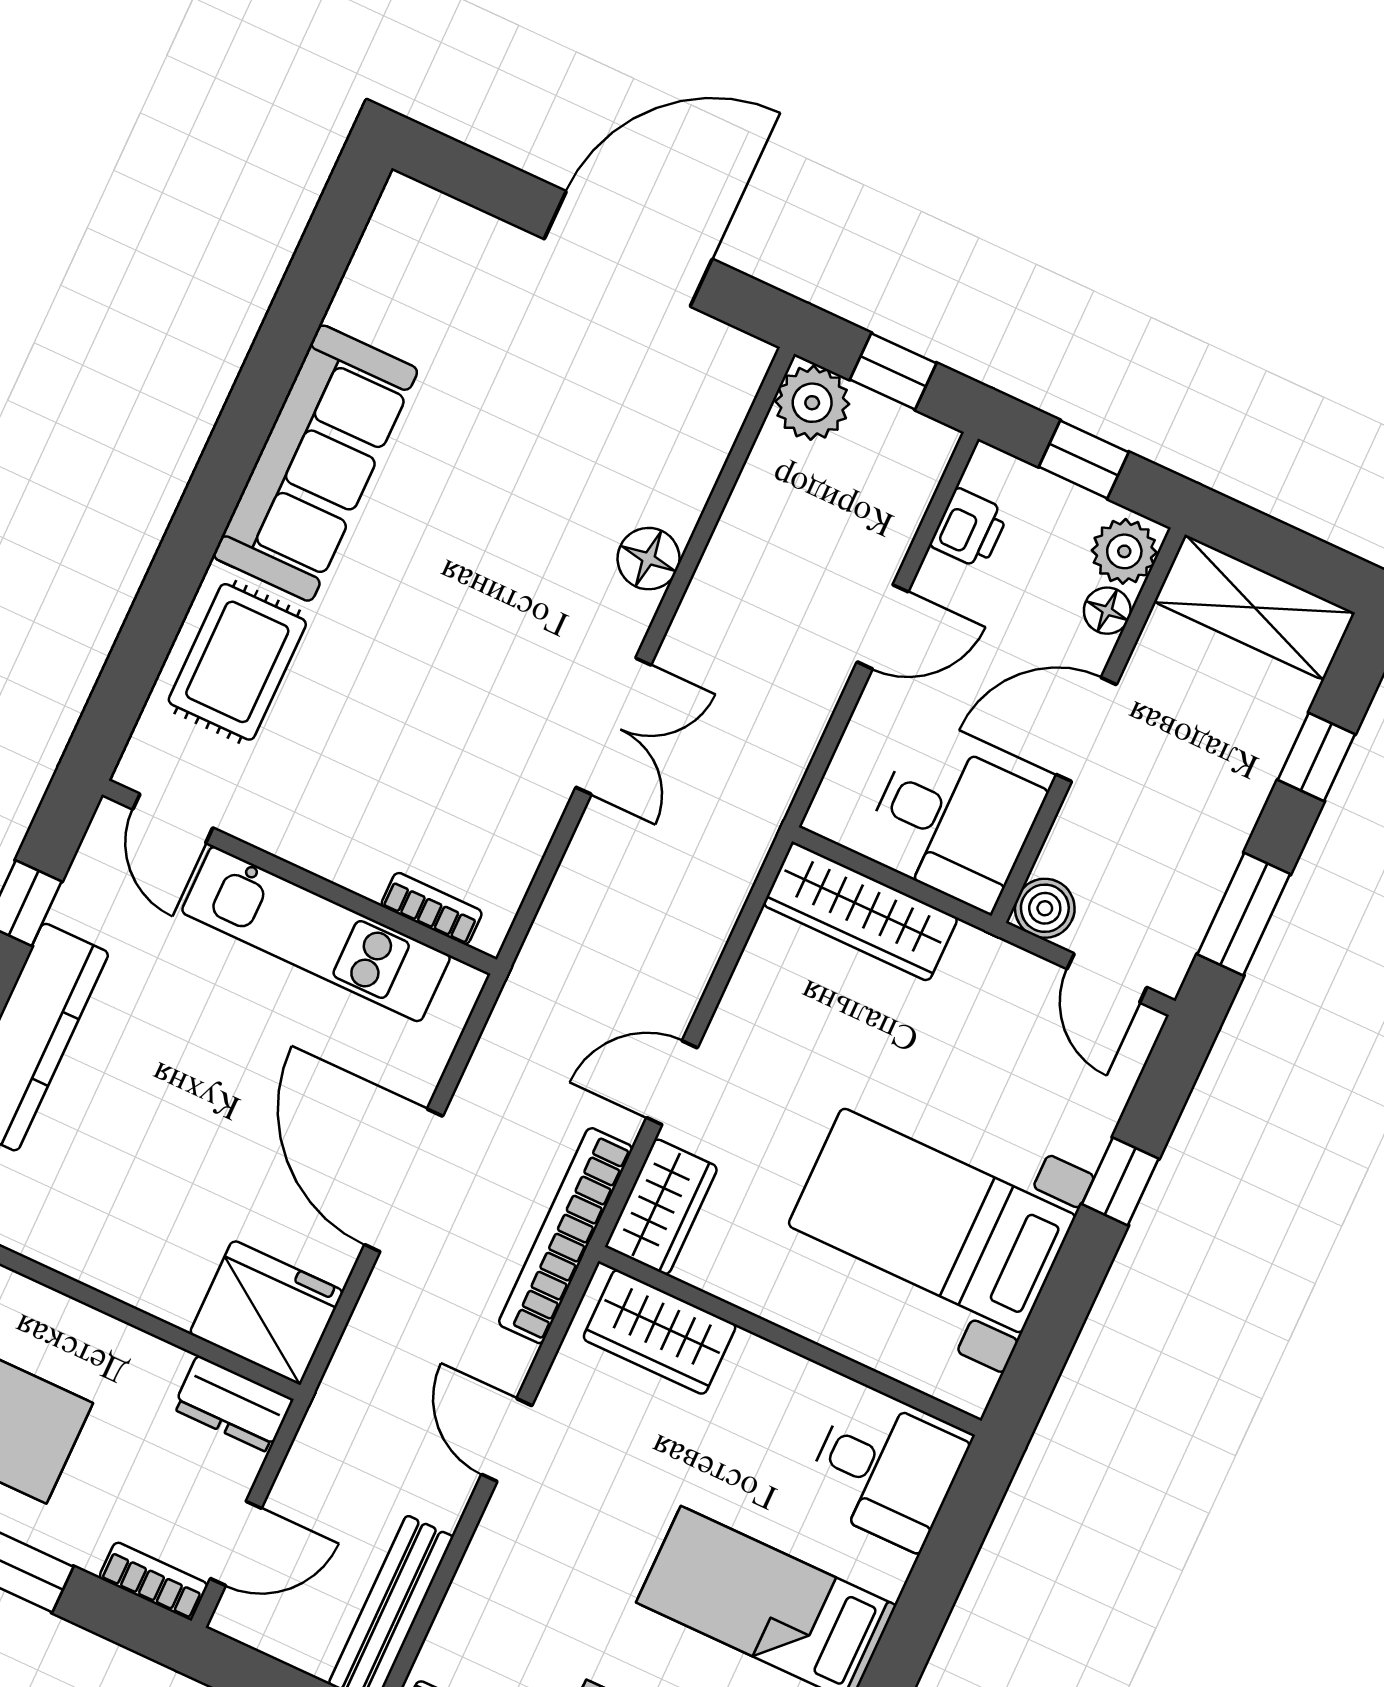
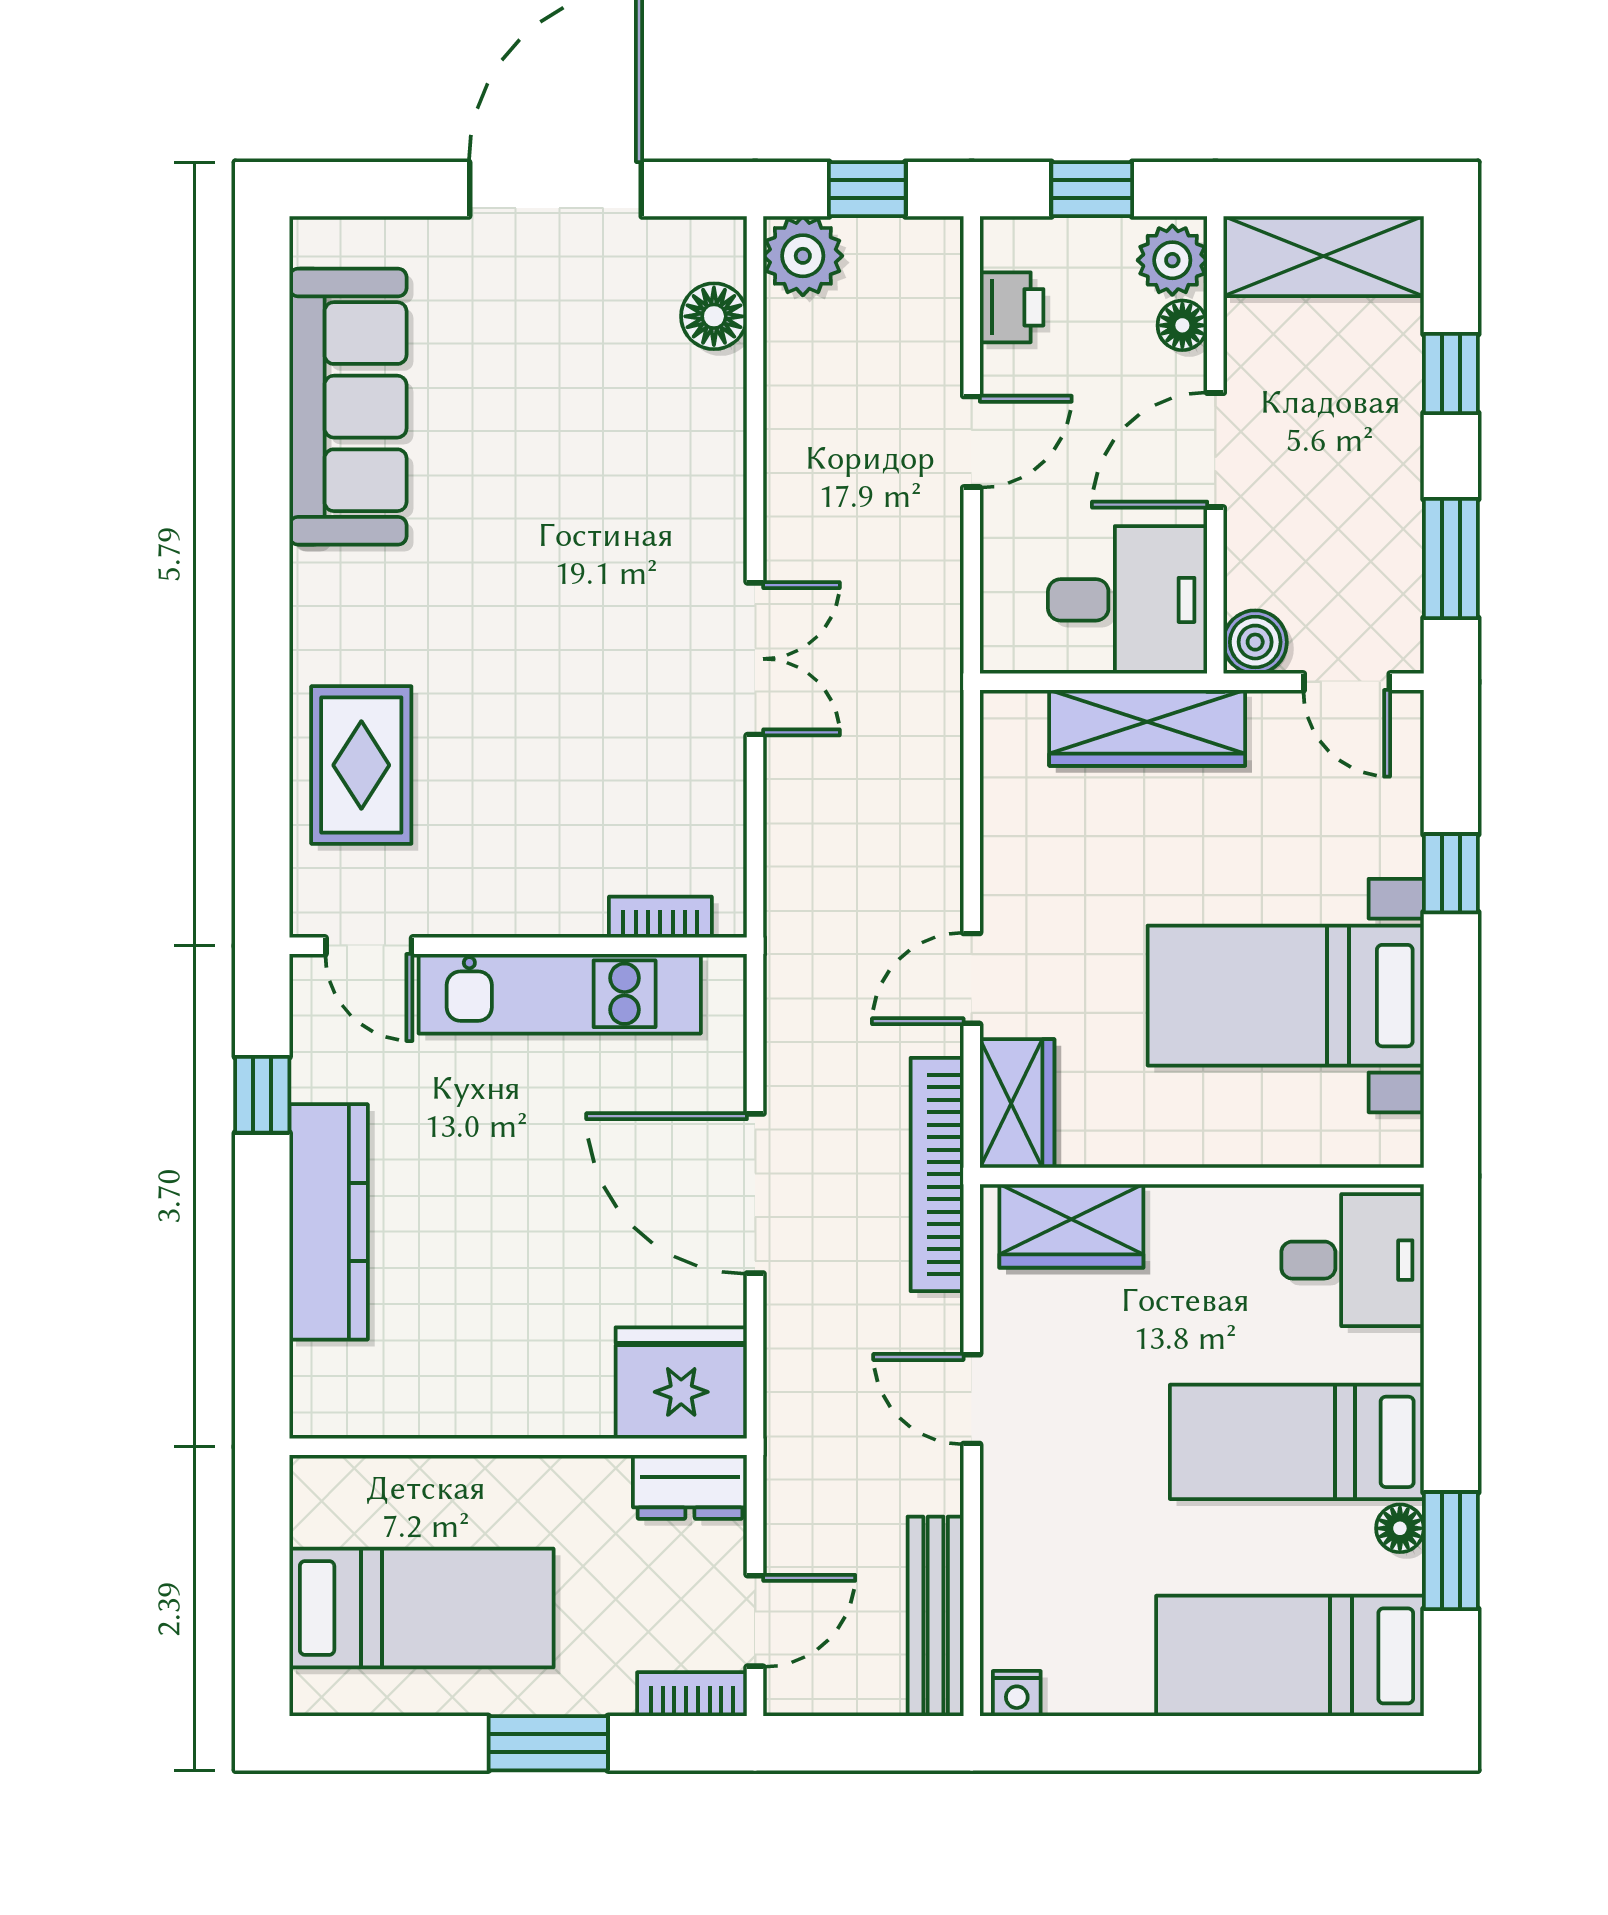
sofa: (315, 463) -> (348, 407), moved
floor lamp: (649, 559) -> (714, 316), moved
wardrobe: (860, 912) -> (1147, 728), moved

